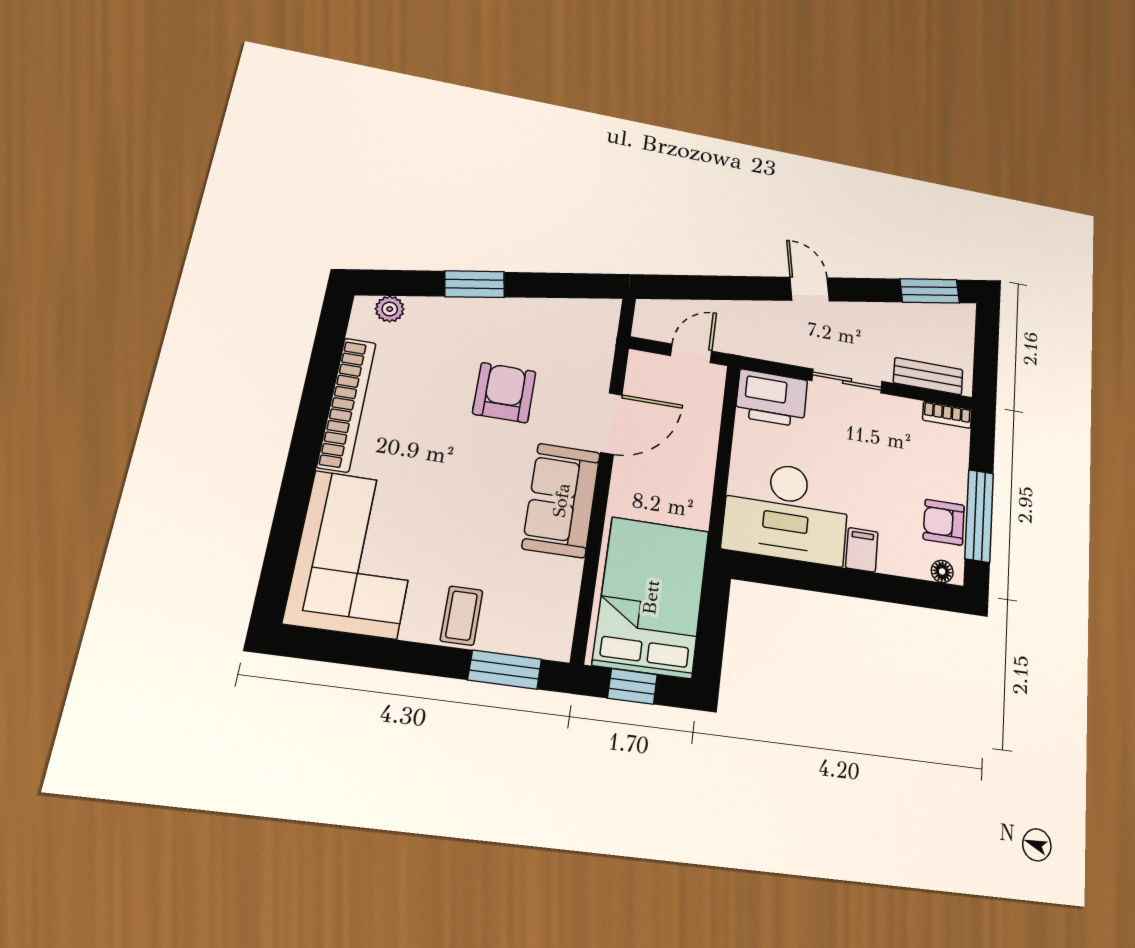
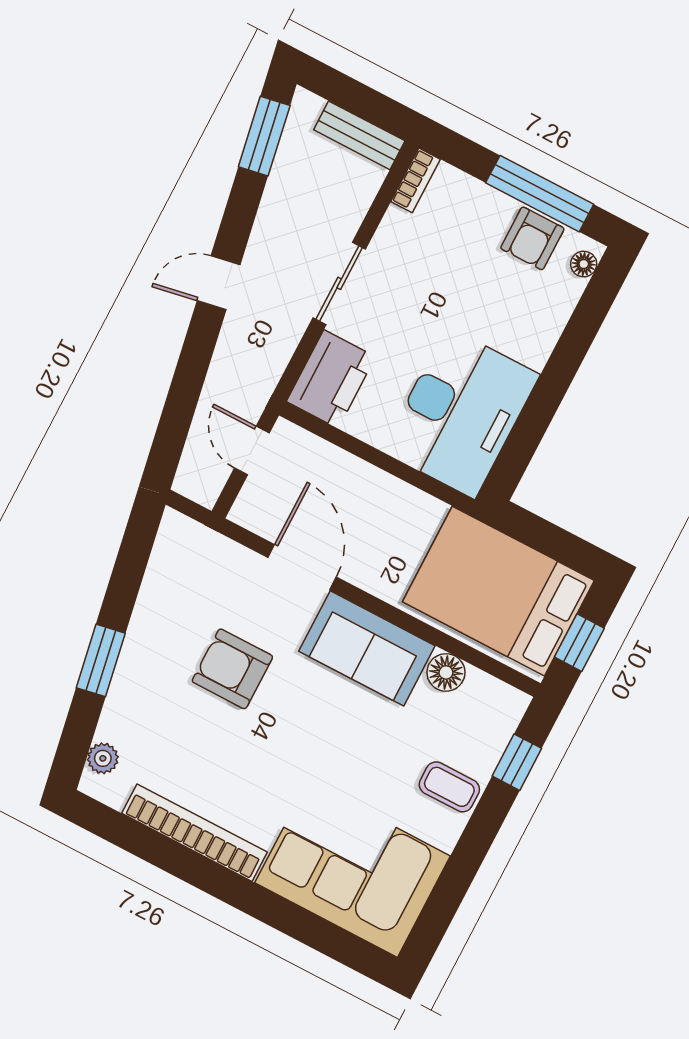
bench: (928, 376) -> (359, 135), moved, turned 90
filing cabinet: (862, 550) -> (529, 345), removed
floor lamp: (564, 576) -> (446, 672), added
window: (505, 670) -> (517, 762), width x0.67

